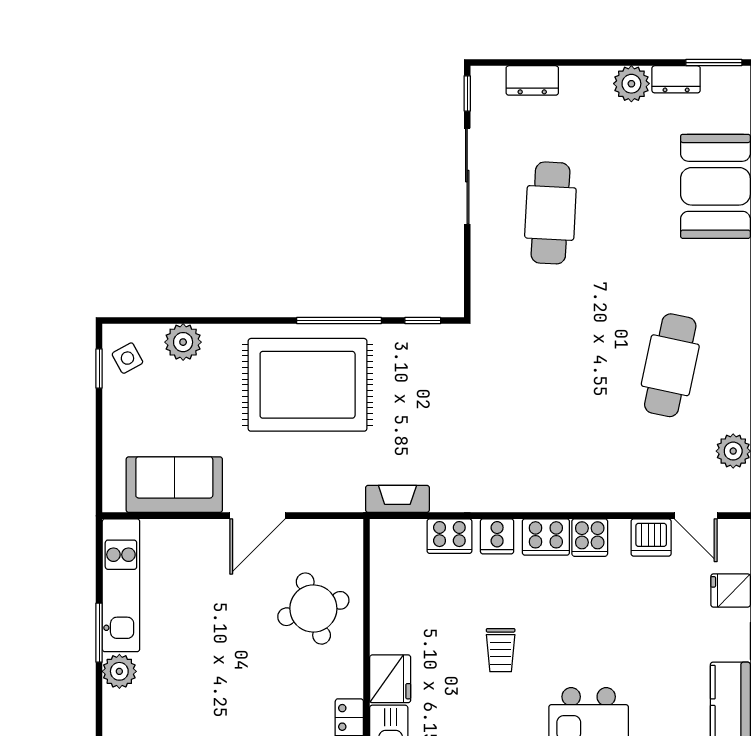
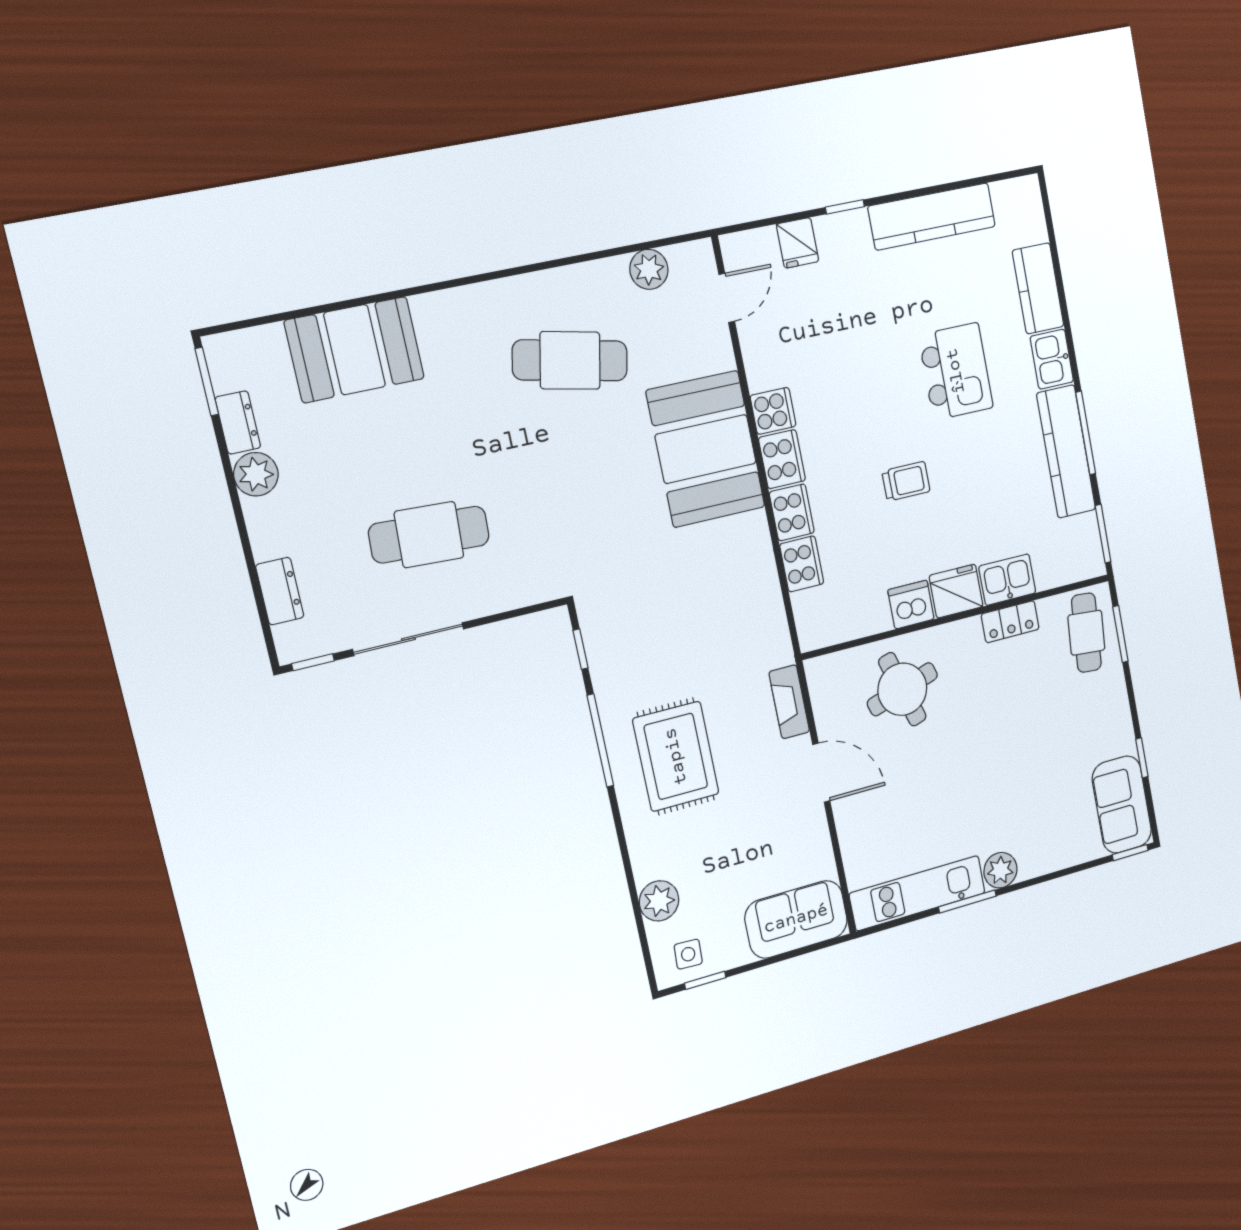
side table: (127, 358) -> (688, 954), turned 32
rug: (308, 385) -> (676, 756), width x0.73, depth x0.69
booth: (570, 469) -> (706, 449), added
sofa: (174, 485) -> (796, 919), moved, turned 90
fireplace: (397, 499) -> (789, 702), moved
cooker: (497, 536) -> (792, 512), width x1.36
dishwasher: (651, 537) -> (911, 605), moved, turned -90

